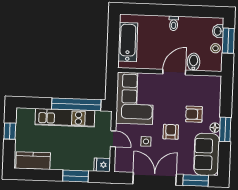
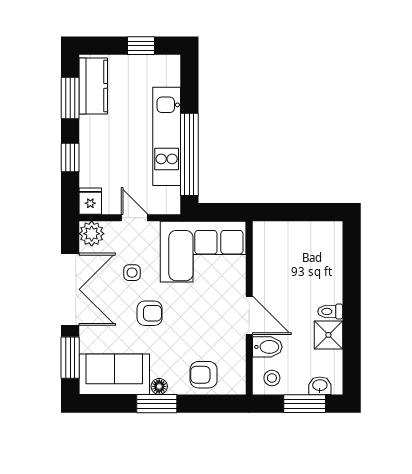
shower: (188, 25) -> (328, 335), added
bathtub: (128, 42) -> (296, 236), removed
stool: (215, 48) -> (272, 378), moved
armchair: (194, 114) -> (204, 375), moved, turned -90
door: (113, 139) -> (135, 218), swing flipped
plant: (122, 165) -> (92, 234), added
window: (40, 175) -> (70, 98), added
window: (76, 176) -> (70, 158), width x0.67

